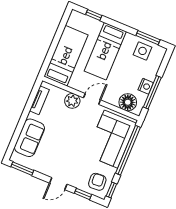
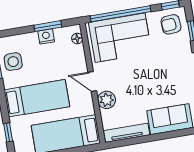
window: (152, 92) -> (48, 26), width x0.69
tv unit: (39, 100) -> (127, 133), width x1.41
floor lamp: (128, 102) -> (77, 39), width x0.53, depth x0.53

